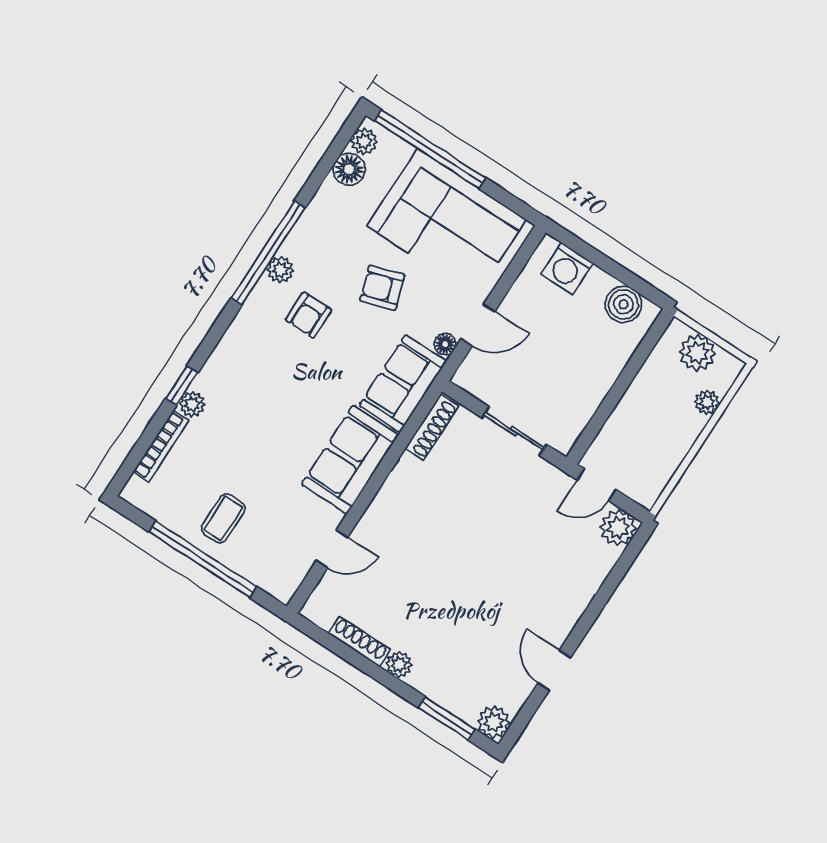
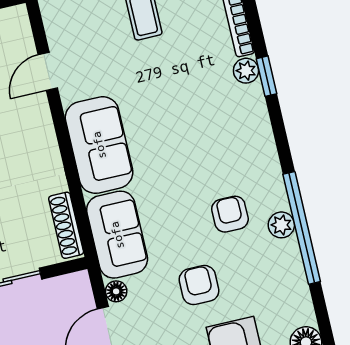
armchair: (382, 288) -> (199, 285), turned -72

